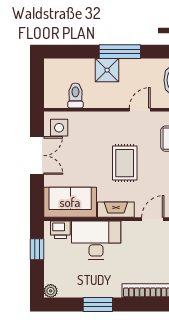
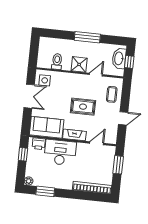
shower: (107, 70) -> (79, 64), moved
rug: (125, 163) -> (83, 107), turned 90
window: (98, 305) -> (45, 191), moved

